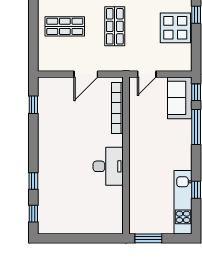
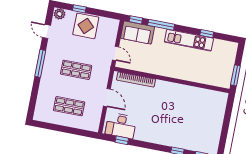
shop shelf: (65, 26) -> (69, 106), turned 90
desk: (108, 166) -> (121, 126), moved, turned 180
kitchen unit: (183, 202) -> (189, 40), moved

